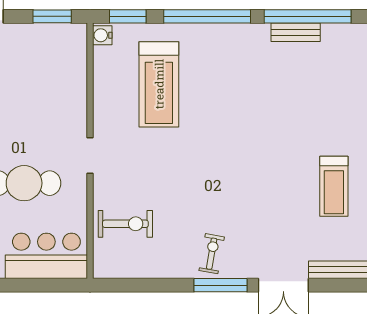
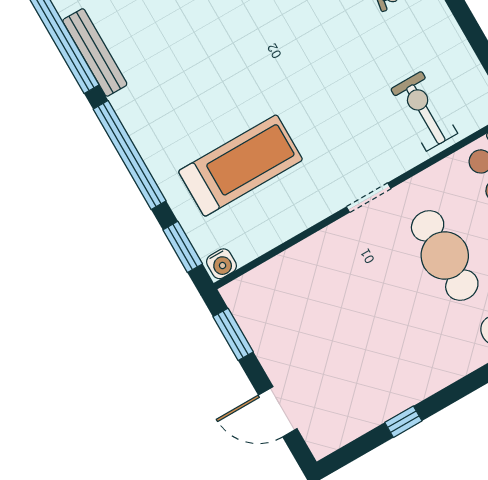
bench: (296, 32) -> (95, 52), width x1.36

